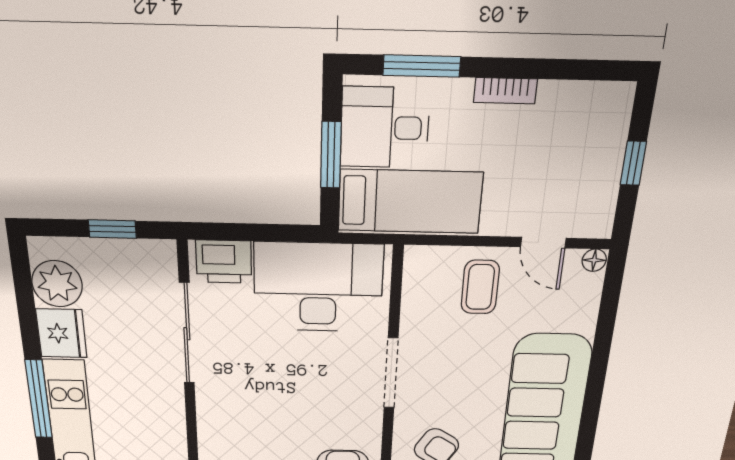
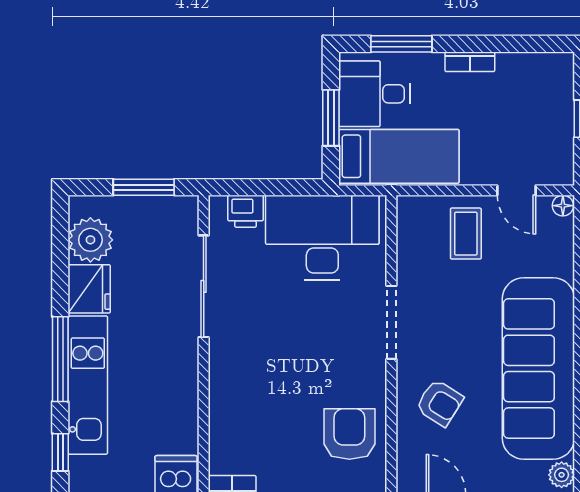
window: (112, 229) -> (144, 187), width x1.50
printer: (224, 262) -> (246, 211), width x0.73, depth x0.81

